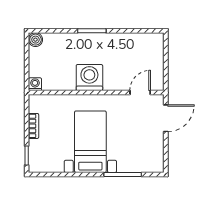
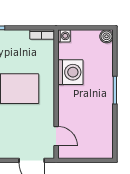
washing machine: (89, 78) -> (70, 72), moved
bookcase: (34, 126) -> (42, 34), moved

